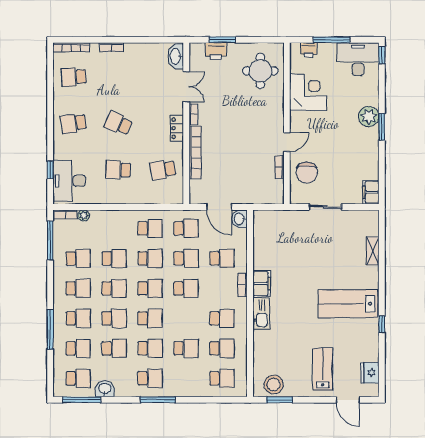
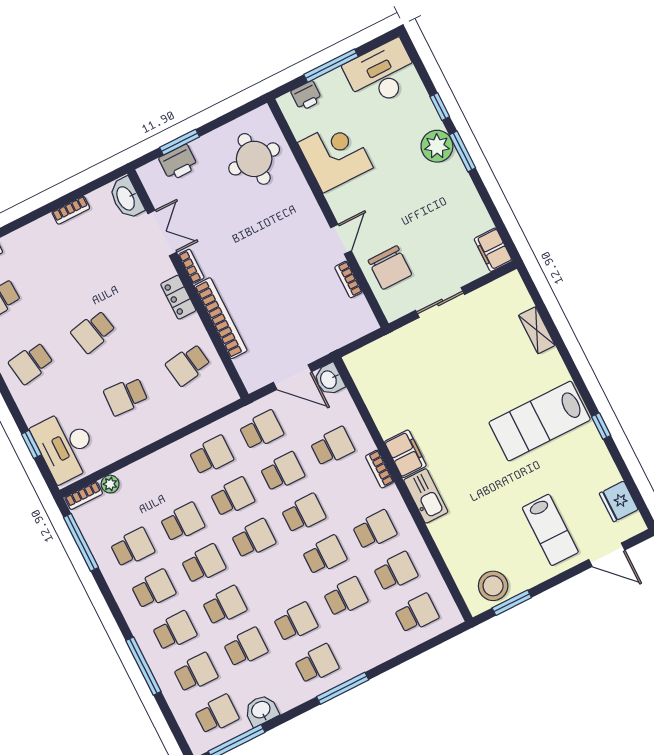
bookcase: (111, 47) -> (71, 210), moved
window: (382, 55) -> (440, 107), moved
school desk: (118, 123) -> (93, 332), turned -36
school desk: (150, 318) -> (325, 555), moved
lab bench: (323, 369) -> (550, 530), turned 180

